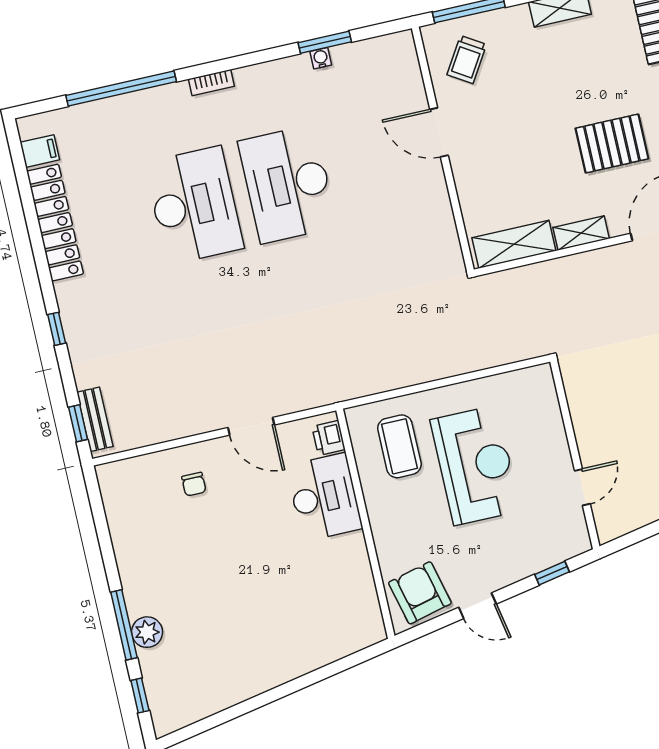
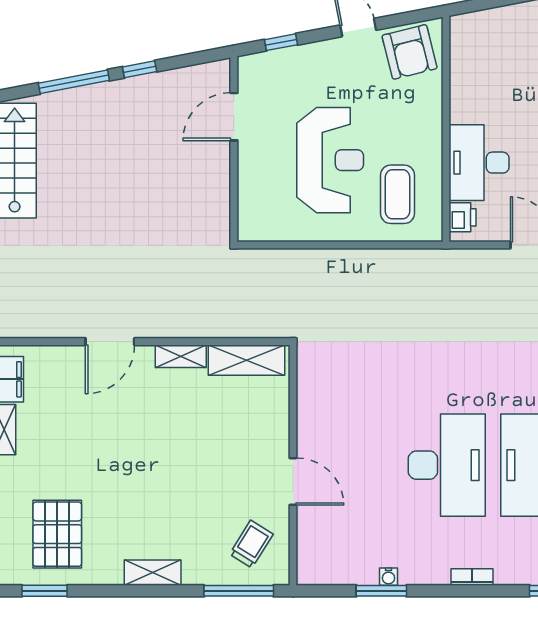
bookcase: (211, 83) -> (472, 577), moved
pallet: (612, 143) -> (133, 434), removed
reception desk: (475, 465) -> (330, 160), turned 180
door: (582, 487) -> (234, 117), width x1.38

